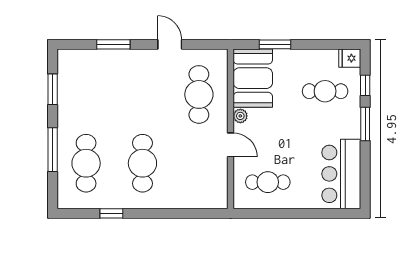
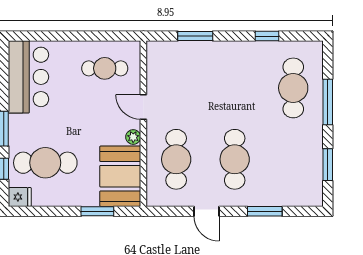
cafe table: (325, 91) -> (45, 163), width x1.37, depth x1.35
cafe table: (142, 163) -> (235, 159), moved
window: (181, 213) -> (195, 36), added

